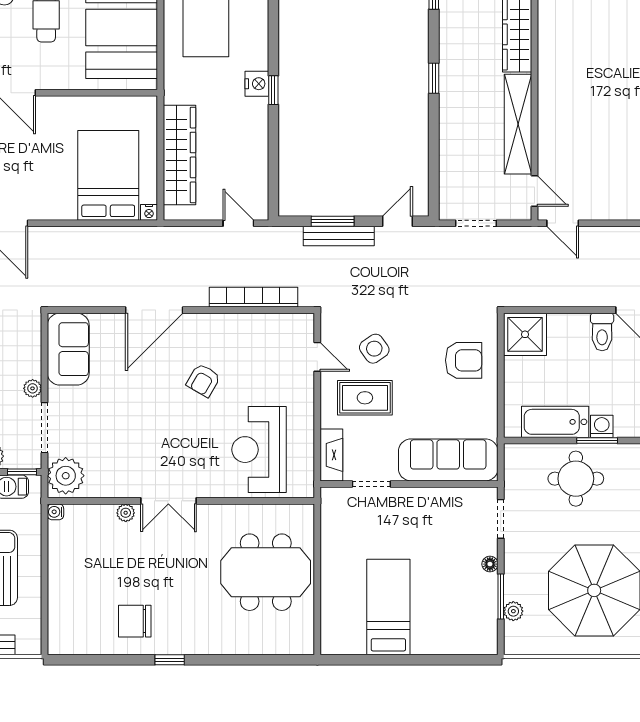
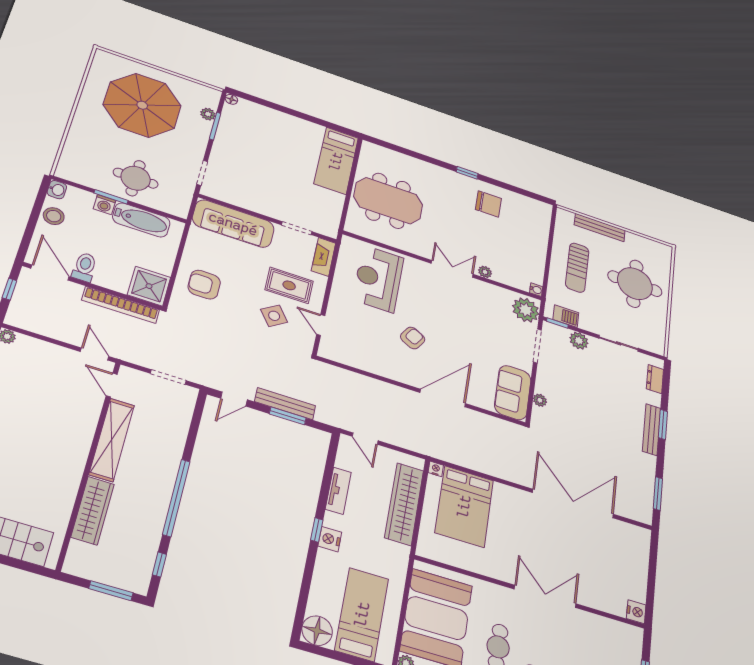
window: (434, 78) -> (176, 498), width x3.17
tv unit: (258, 146) -> (338, 491), added
bookcase: (253, 297) -> (121, 305), moved
plant: (33, 388) -> (540, 400), moved
reception desk: (259, 450) -> (378, 279), turned 180
floor lamp: (490, 564) -> (231, 99), moved
bed: (388, 607) -> (336, 161), moved

